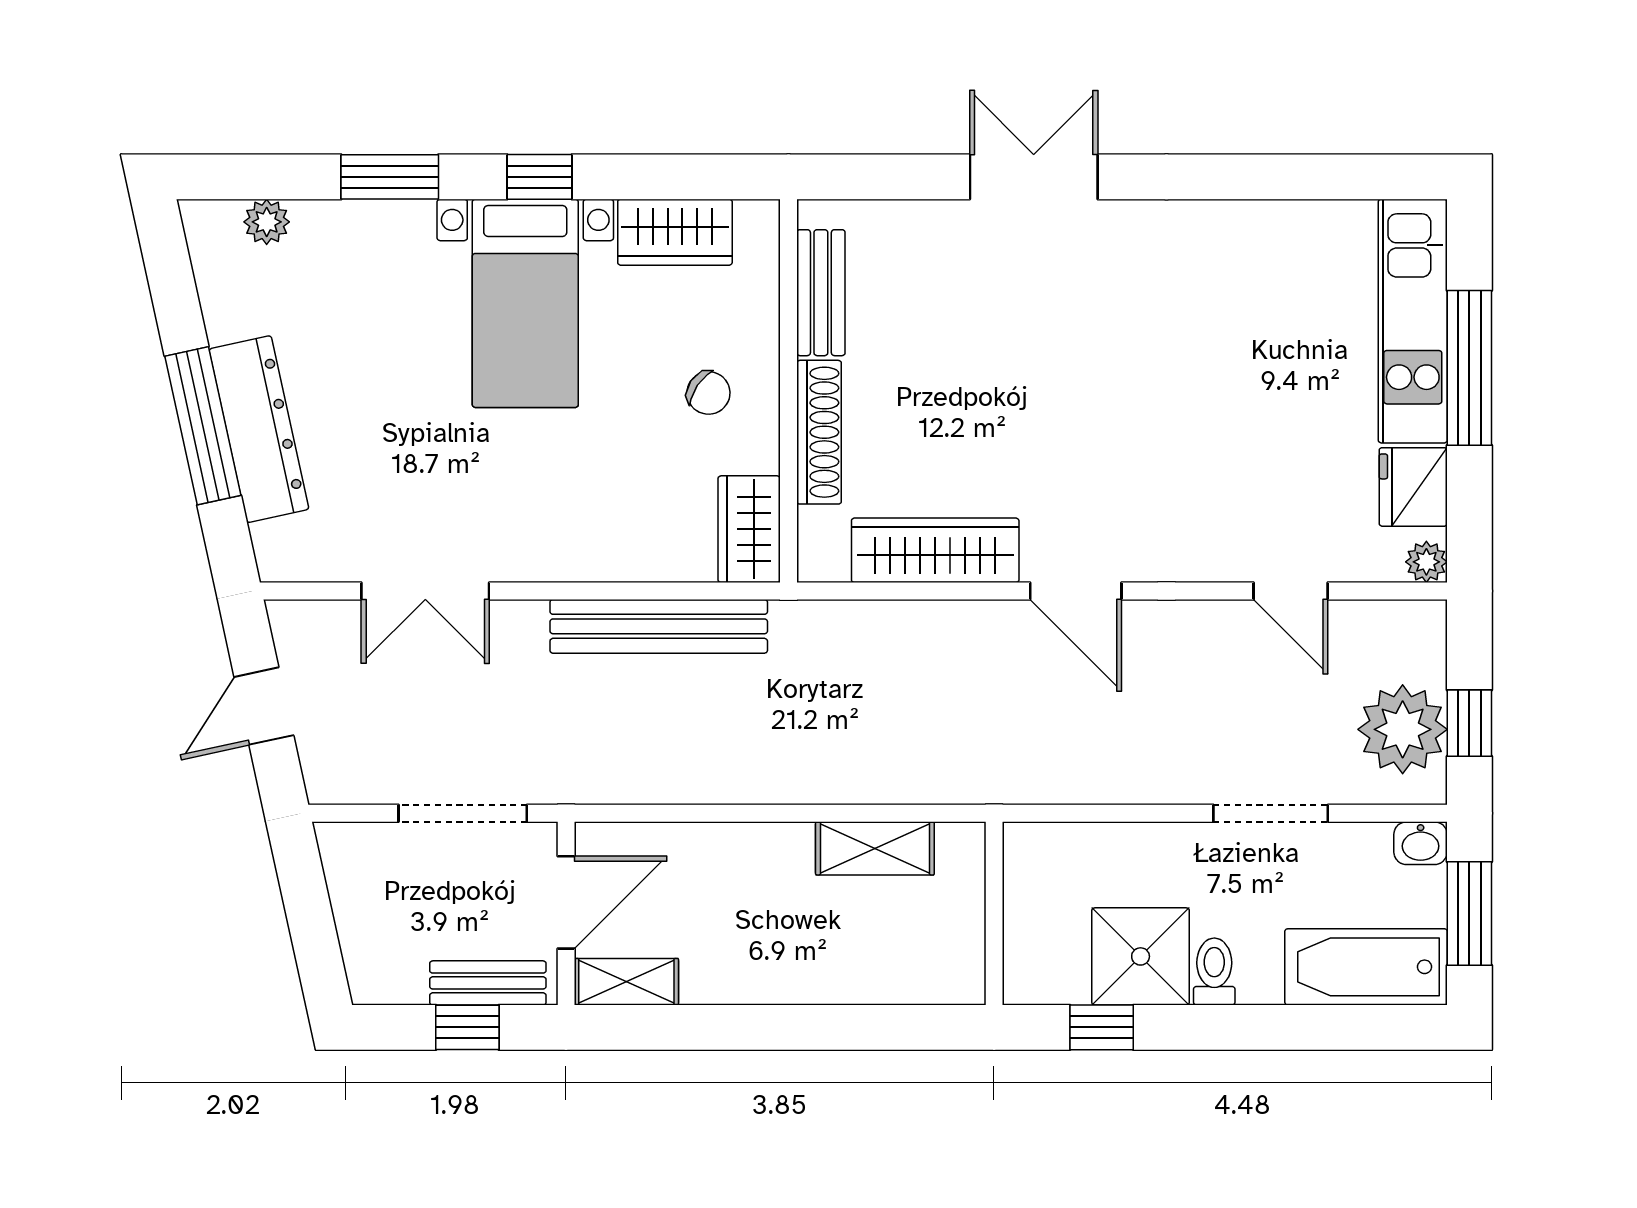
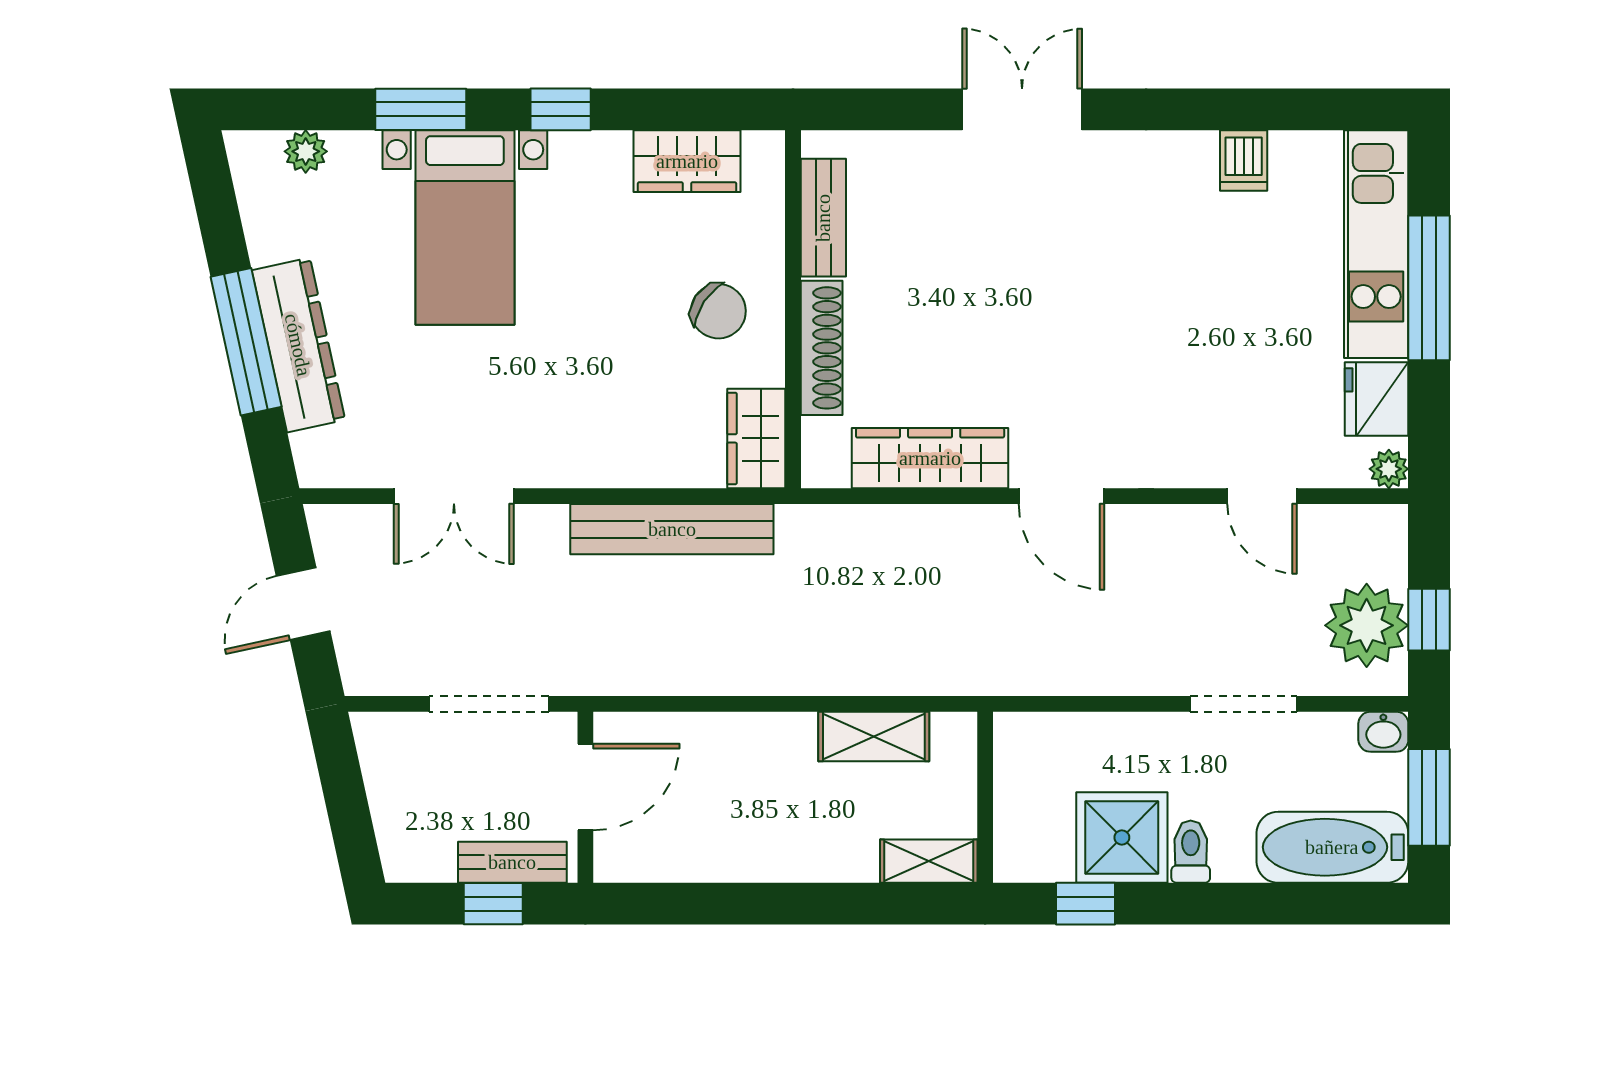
dishwasher: (1271, 232) -> (1244, 161), added
bed with nightstands: (525, 303) -> (465, 228), moved
chair: (709, 393) -> (718, 311), width x1.37, depth x1.37
shelving: (626, 982) -> (929, 861), moved

